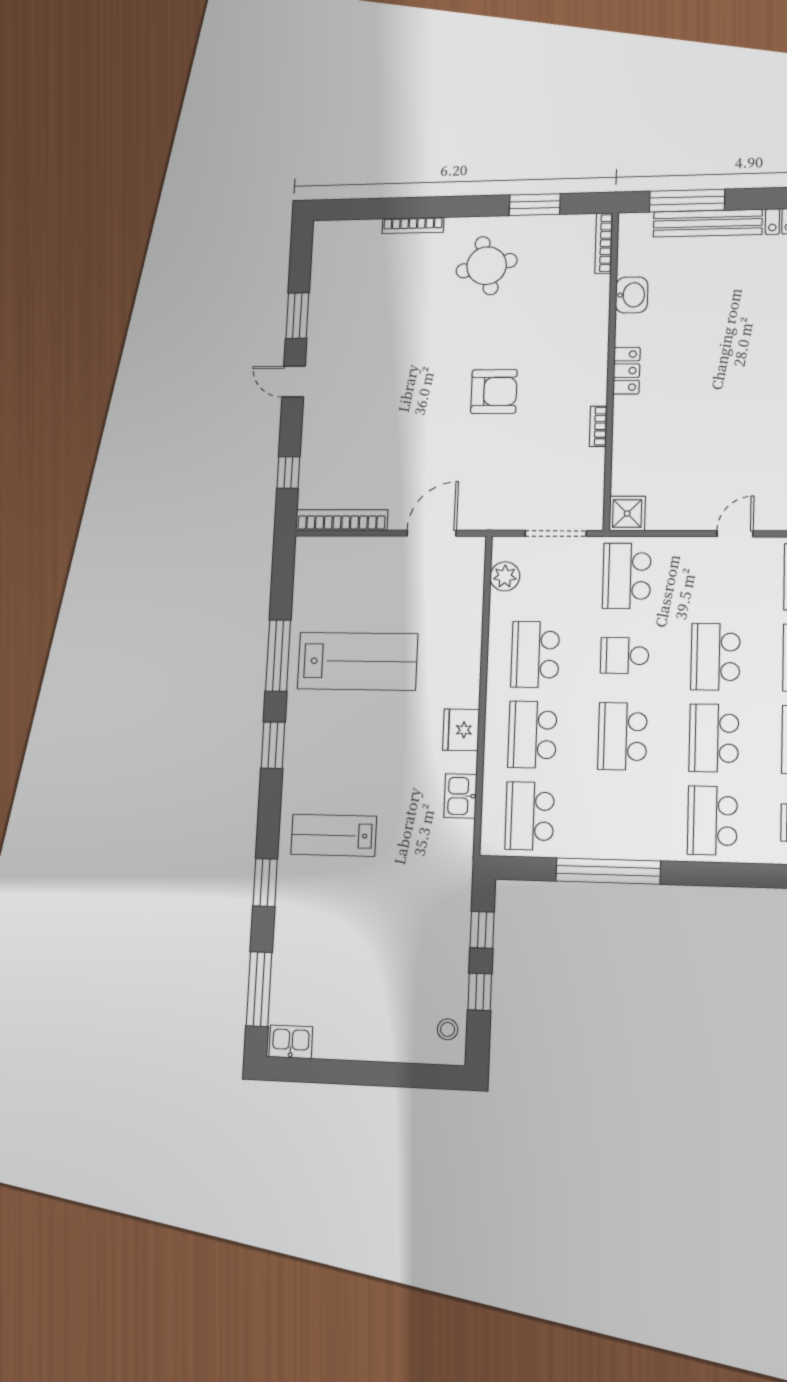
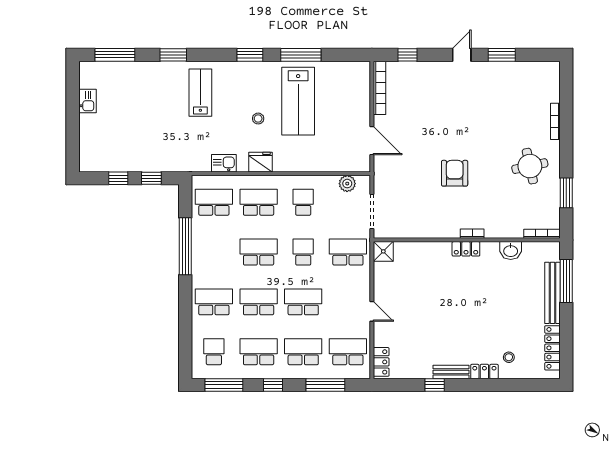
armchair: (494, 391) -> (455, 173), turned 180
bookcase: (598, 426) -> (472, 234), moved
school desk: (535, 654) -> (303, 202), width x0.54
stool: (448, 1029) -> (258, 119), moved
kitchen sink: (291, 1042) -> (87, 101), moved

